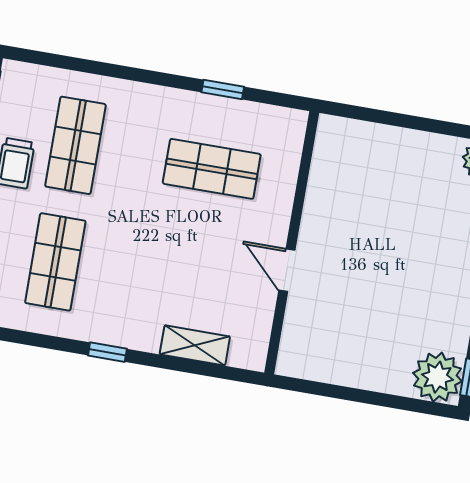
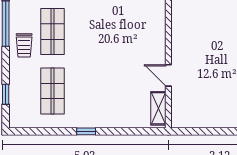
shop shelf: (212, 169) -> (122, 31), removed
shelving: (195, 345) -> (158, 108), moved, turned 90

